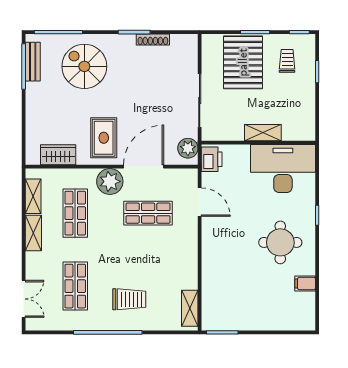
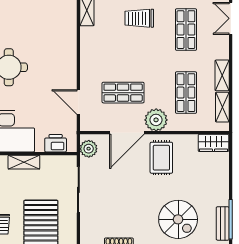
wardrobe: (58, 155) -> (213, 143), moved
printer: (212, 159) -> (56, 143), moved, turned 90

